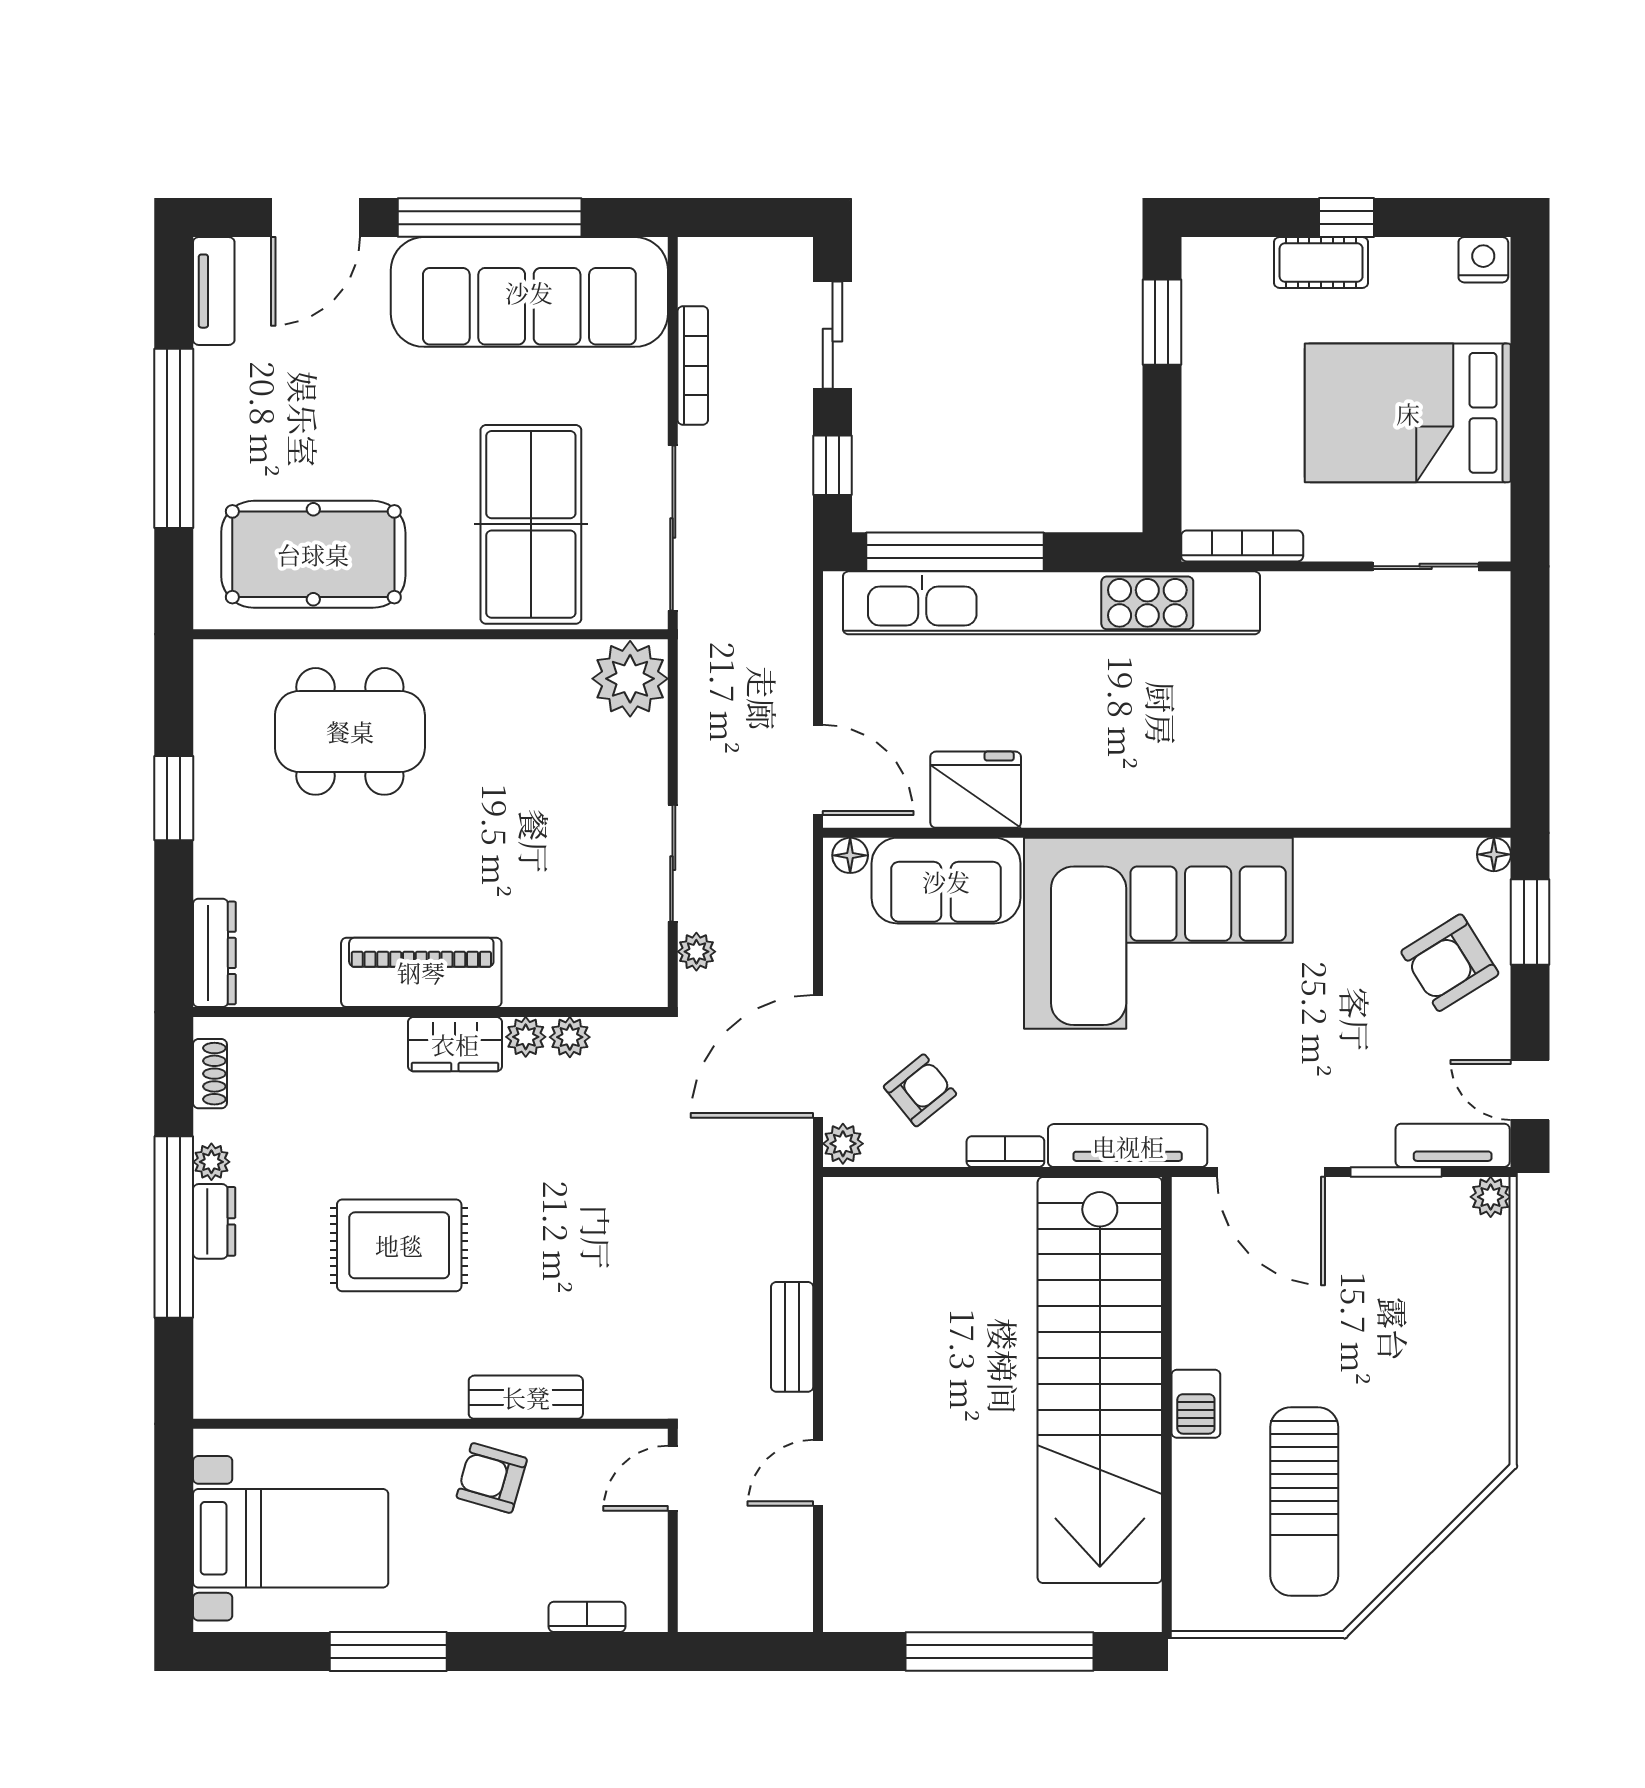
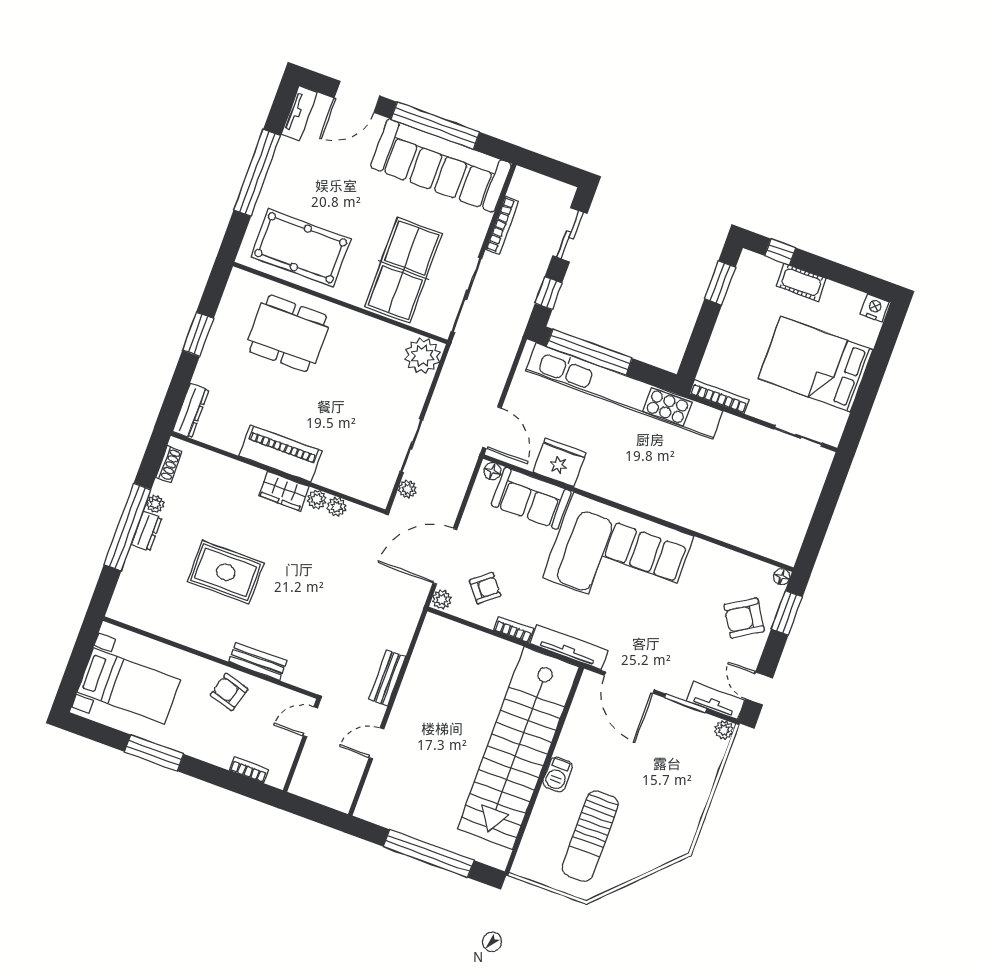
window: (1347, 218) -> (780, 252), moved

